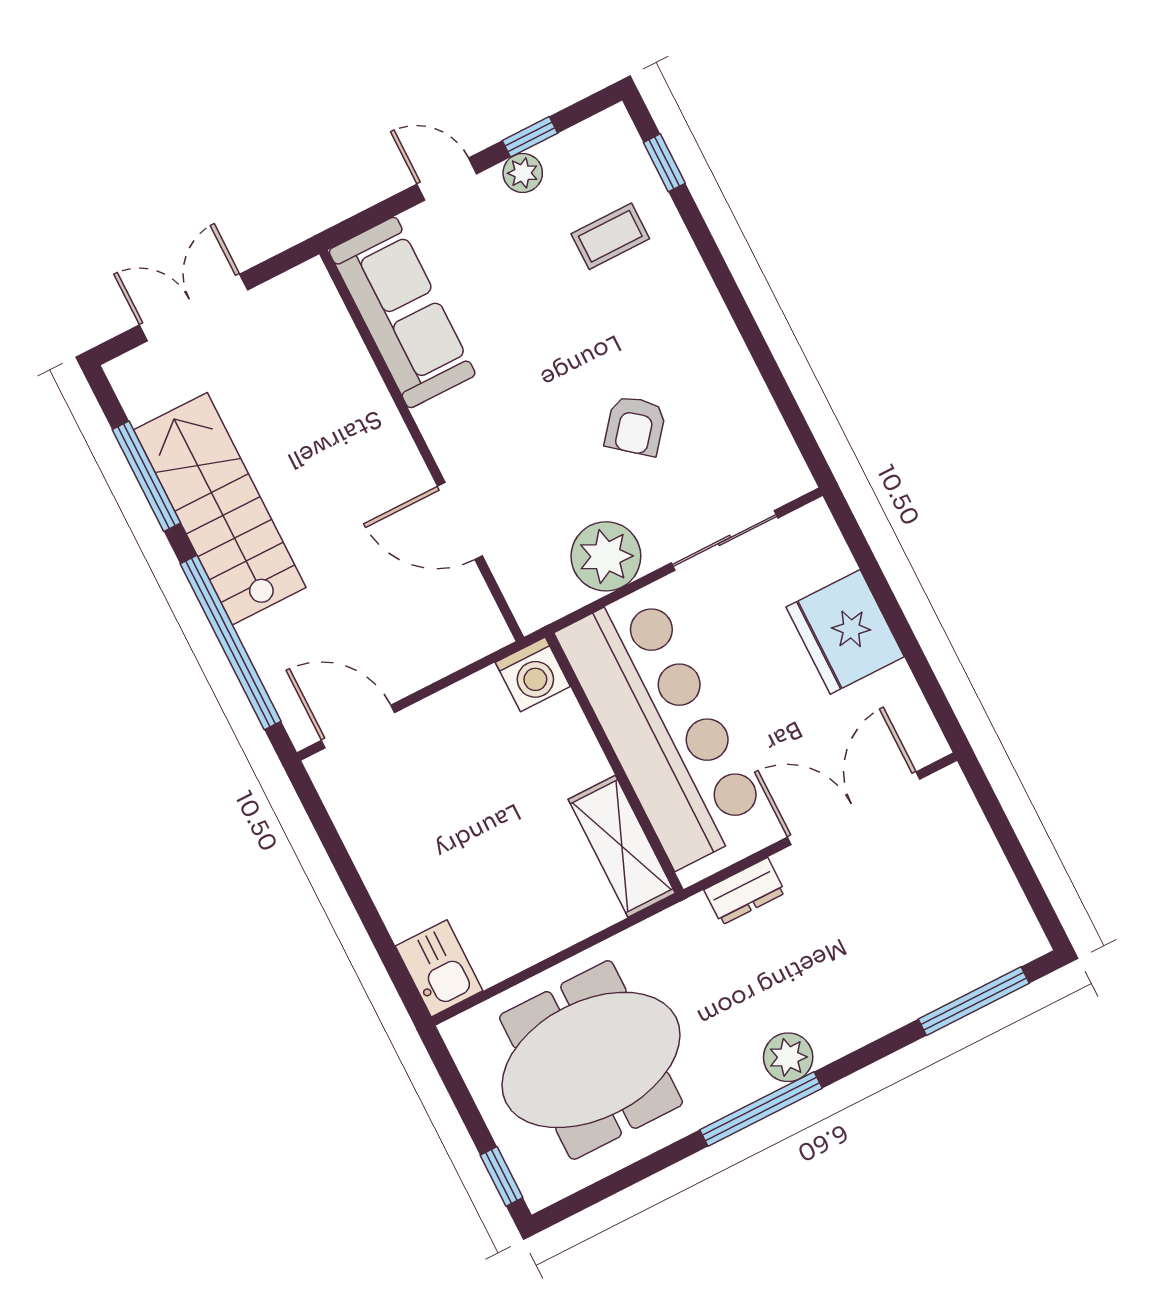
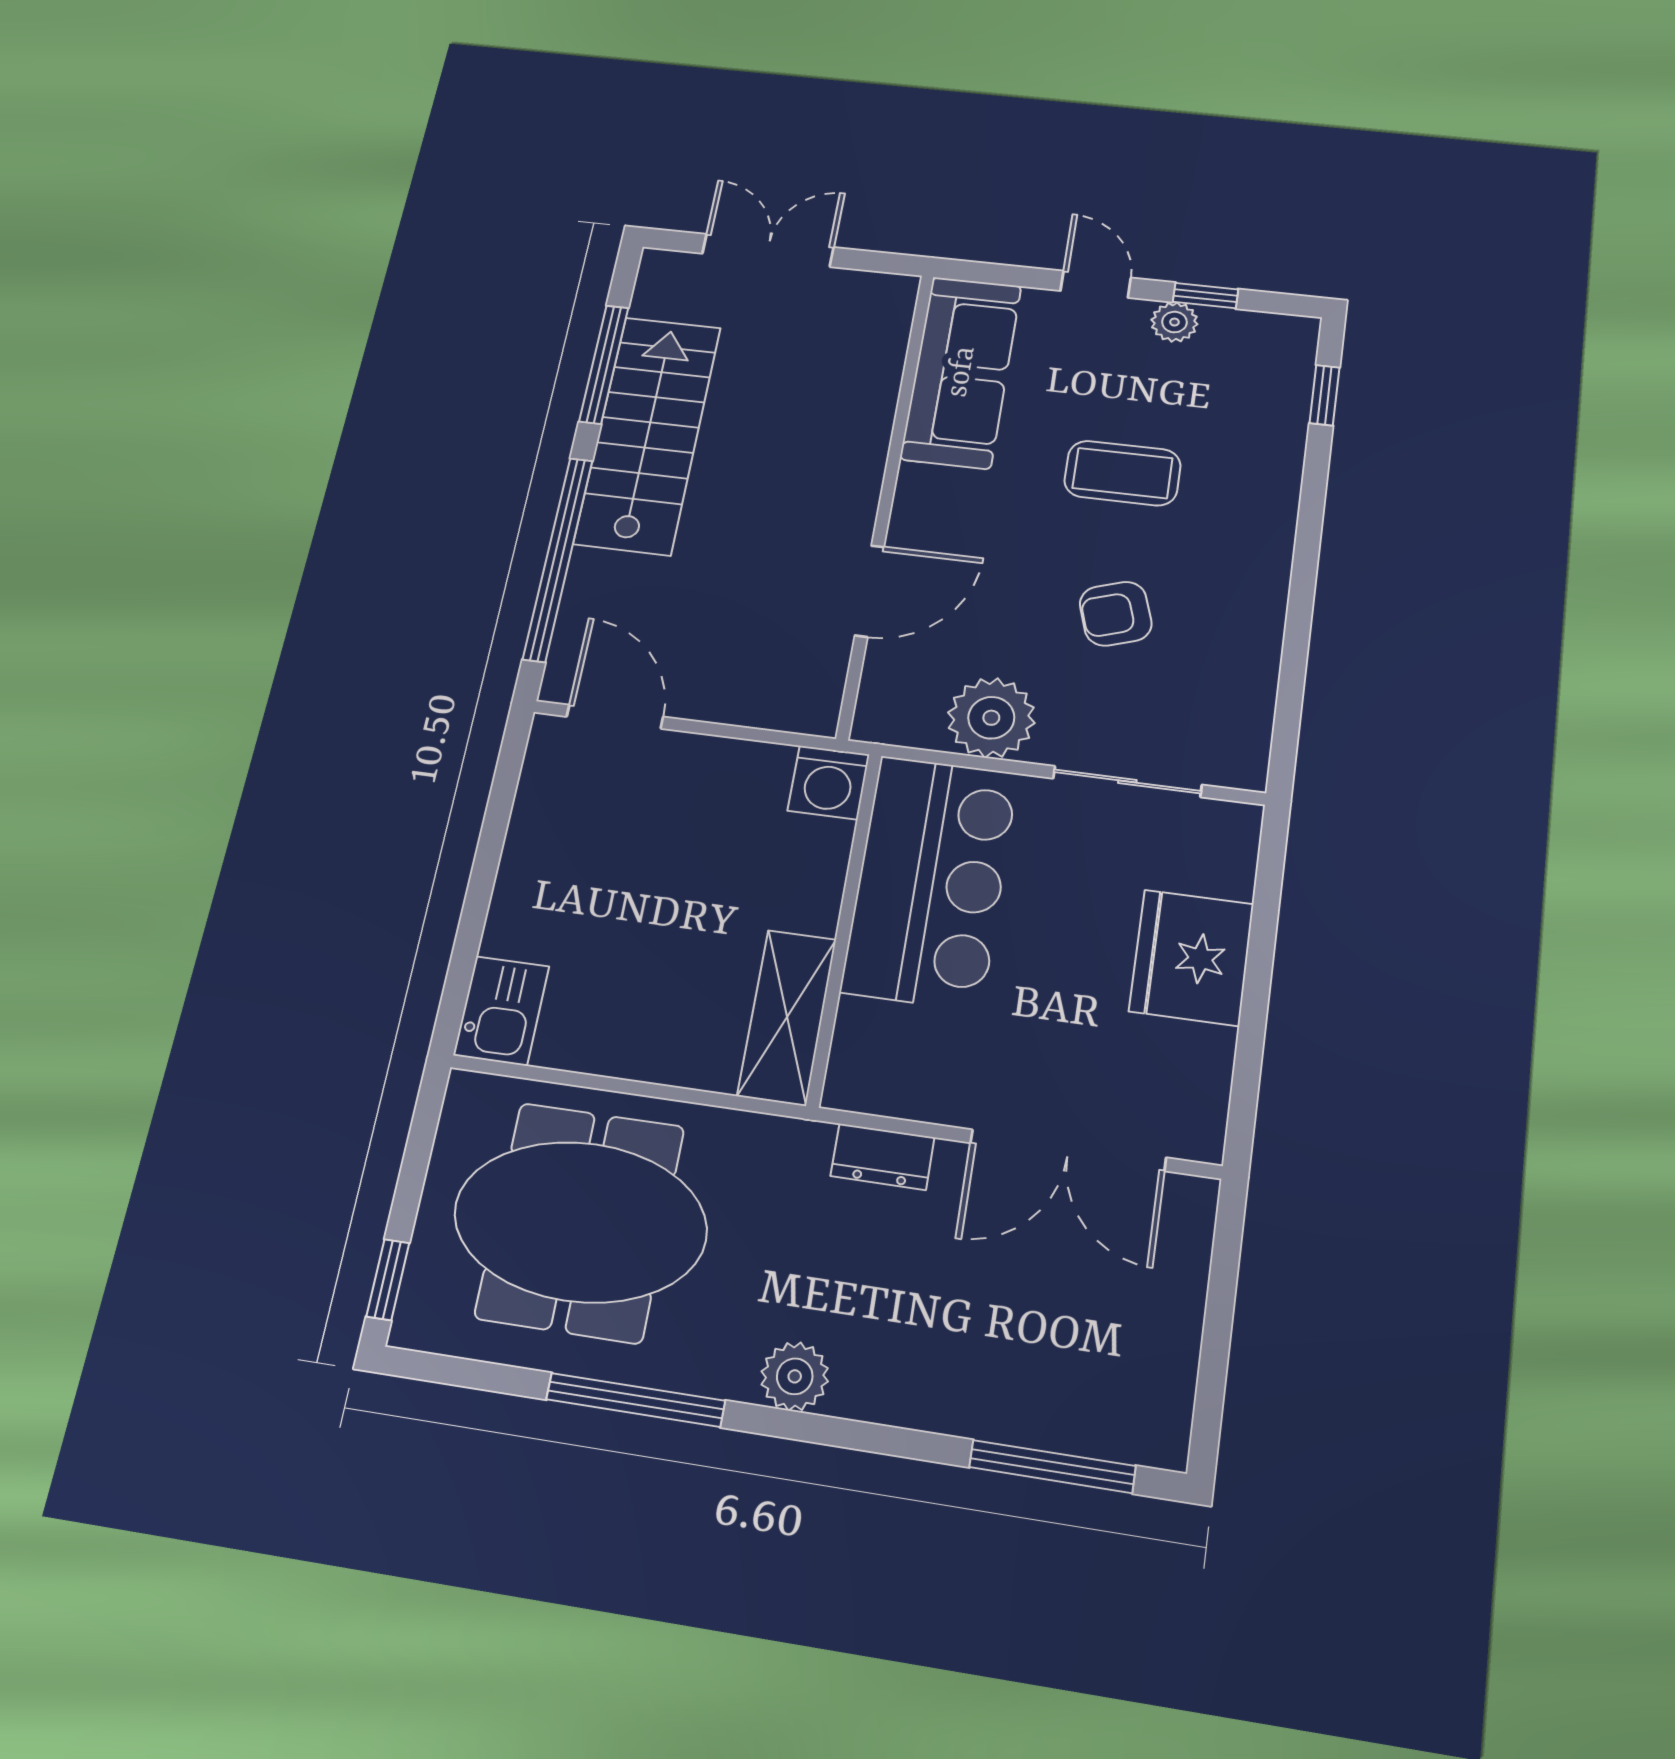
coffee table: (610, 236) -> (1122, 473), moved, width x1.36, depth x1.30
armchair: (635, 426) -> (1116, 614), turned 33
door: (460, 521) -> (870, 591), swing flipped
bar counter: (663, 727) -> (930, 881), width x0.73
double door: (854, 808) -> (1068, 1150), swing flipped
window: (761, 1109) -> (636, 1400), moved

